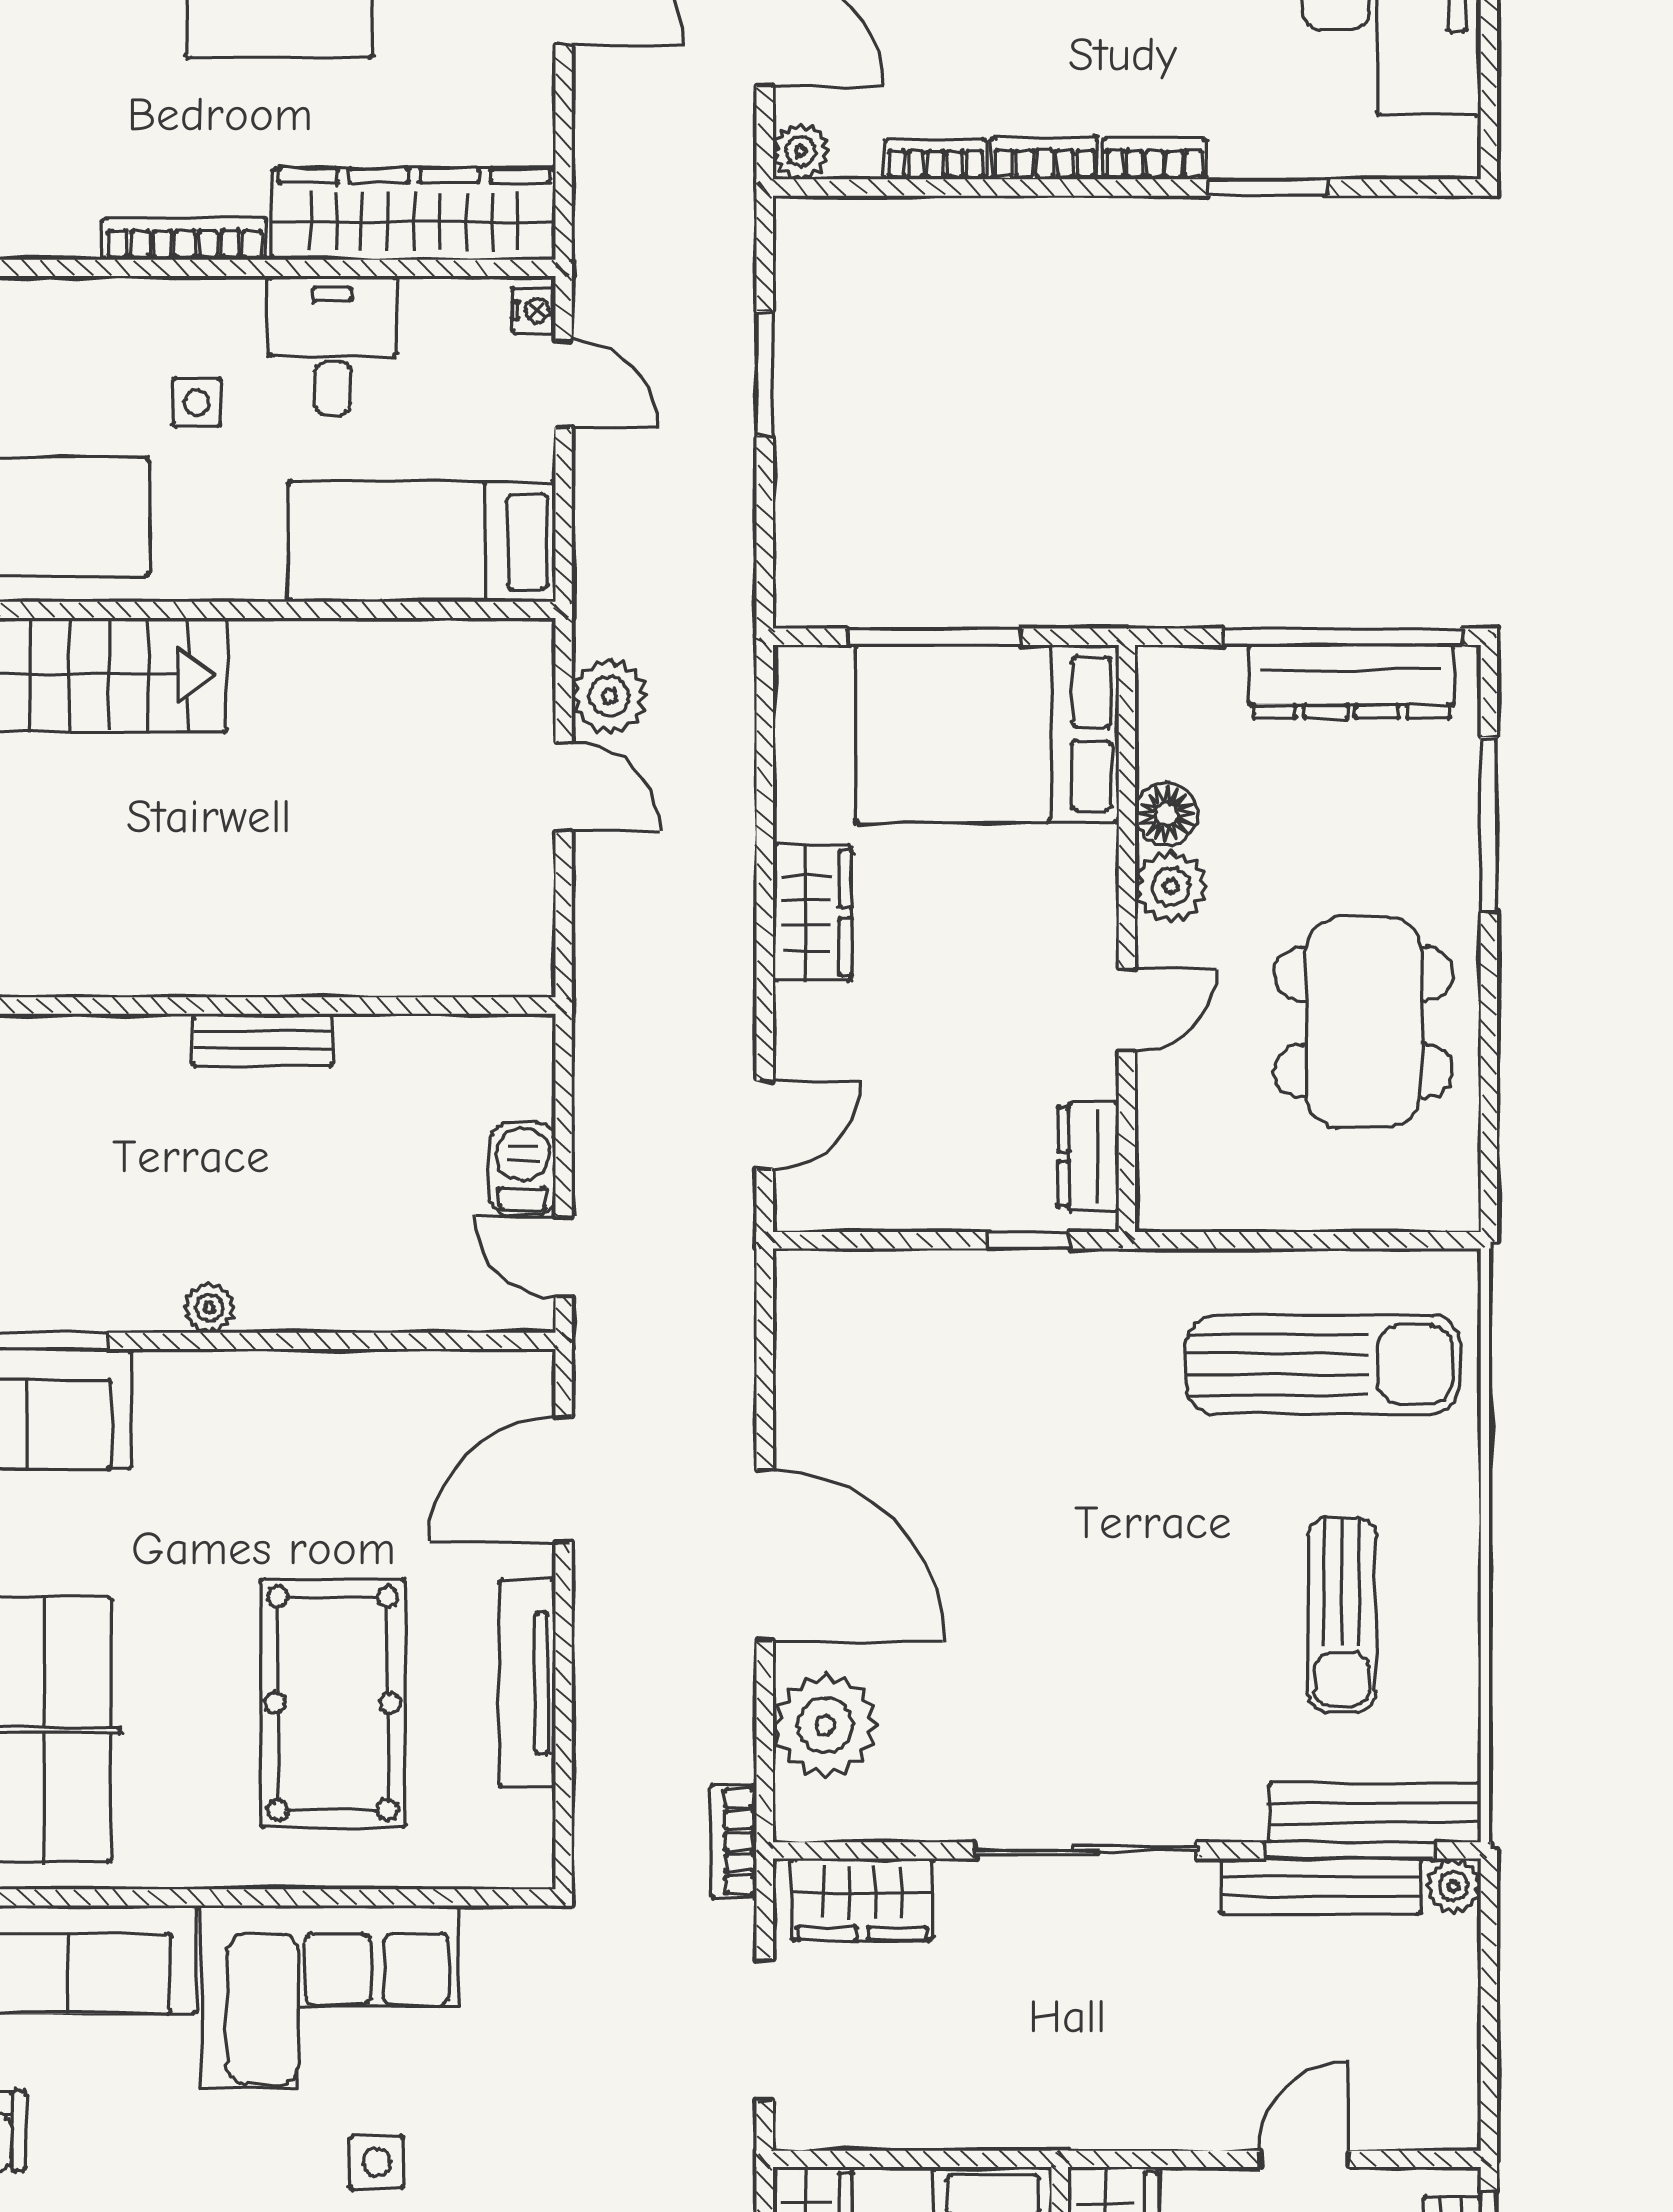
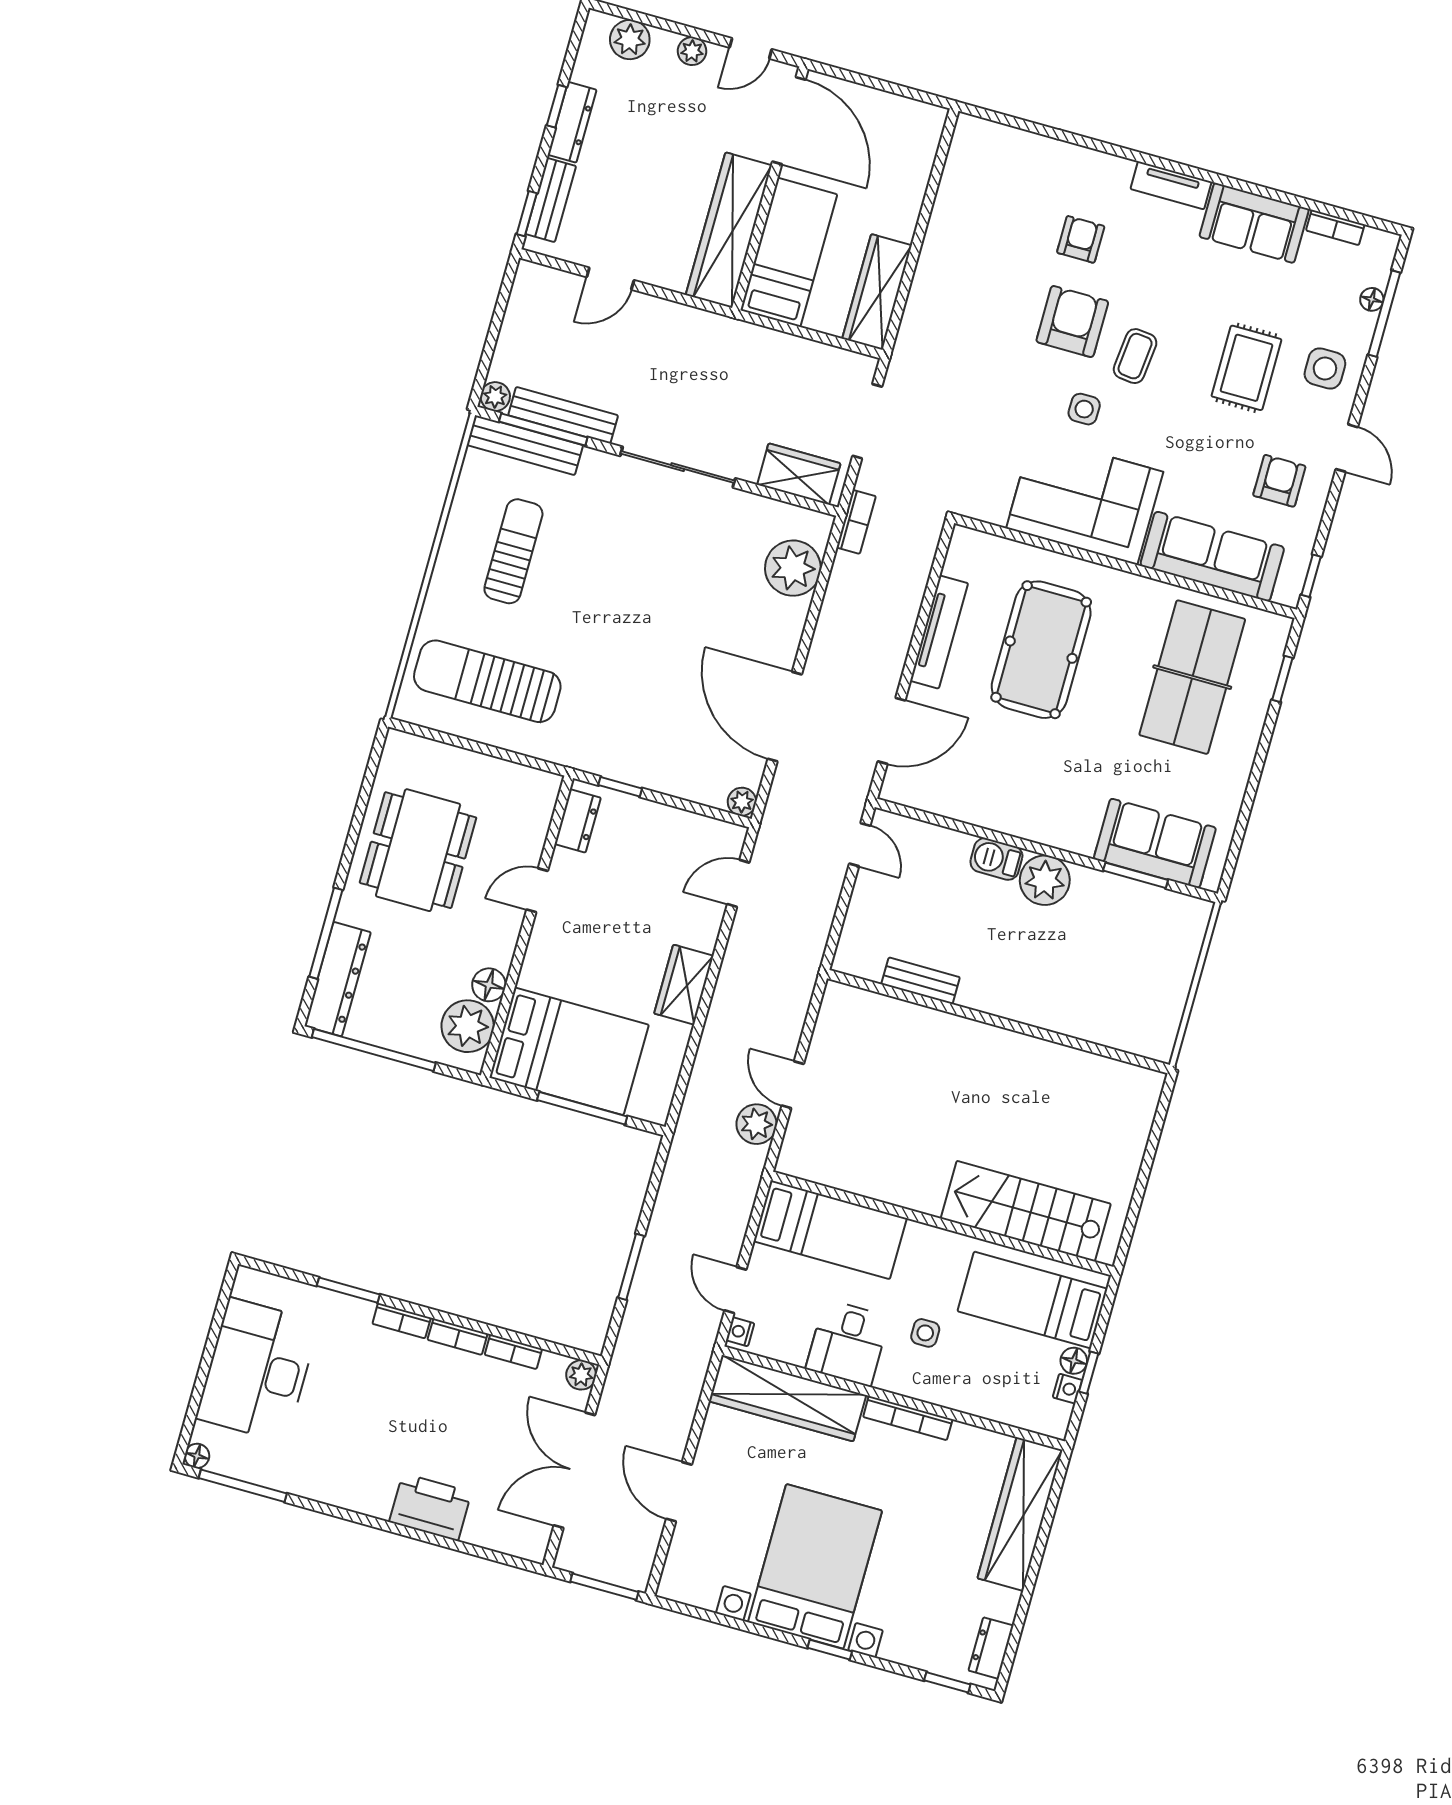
dresser: (1351, 681) -> (338, 979), moved, turned 90
plant: (1171, 886) -> (468, 1026), moved, width x1.36, depth x1.36
bench: (263, 1040) -> (921, 981), moved
barbecue: (523, 1169) -> (996, 859), moved, turned 90
plant: (799, 1275) -> (742, 802), added
plant: (209, 1308) -> (1045, 880), width x1.87, depth x1.87
door: (765, 1555) -> (785, 717), moved

